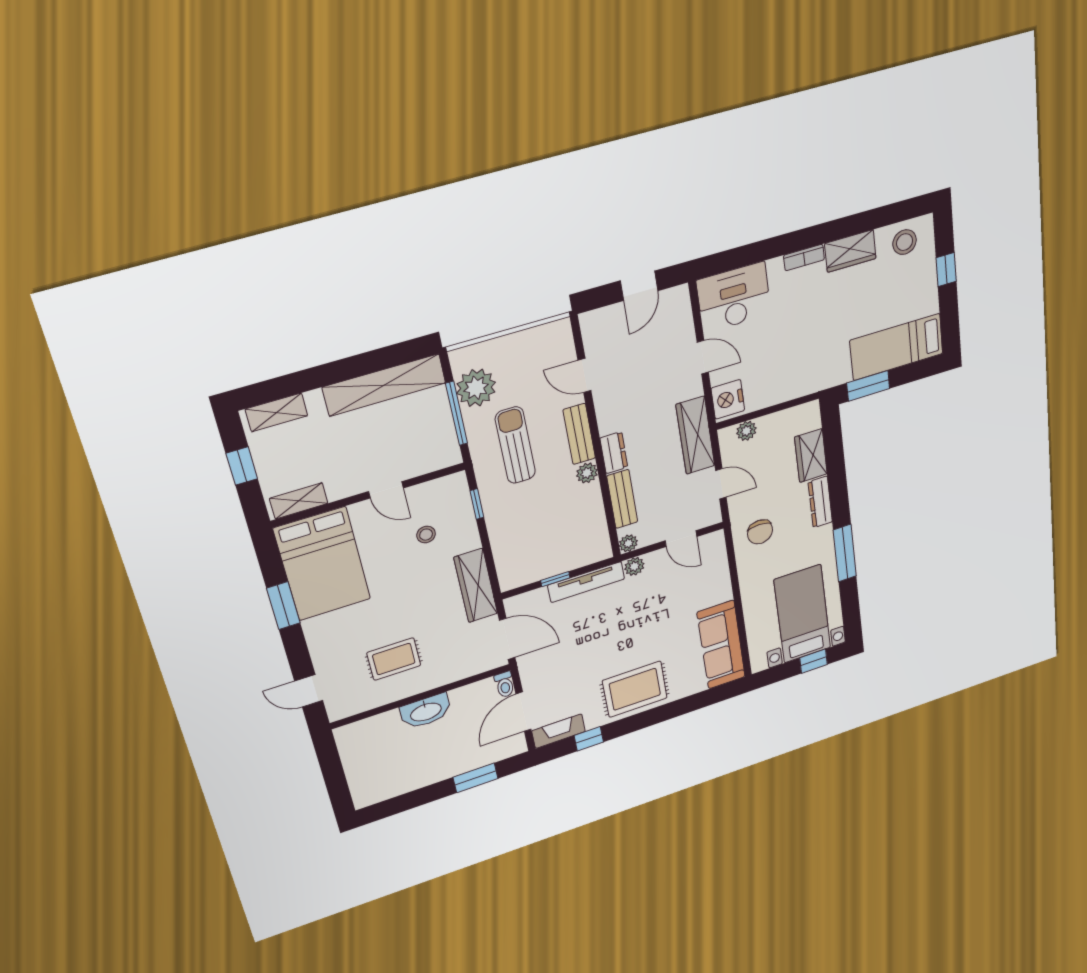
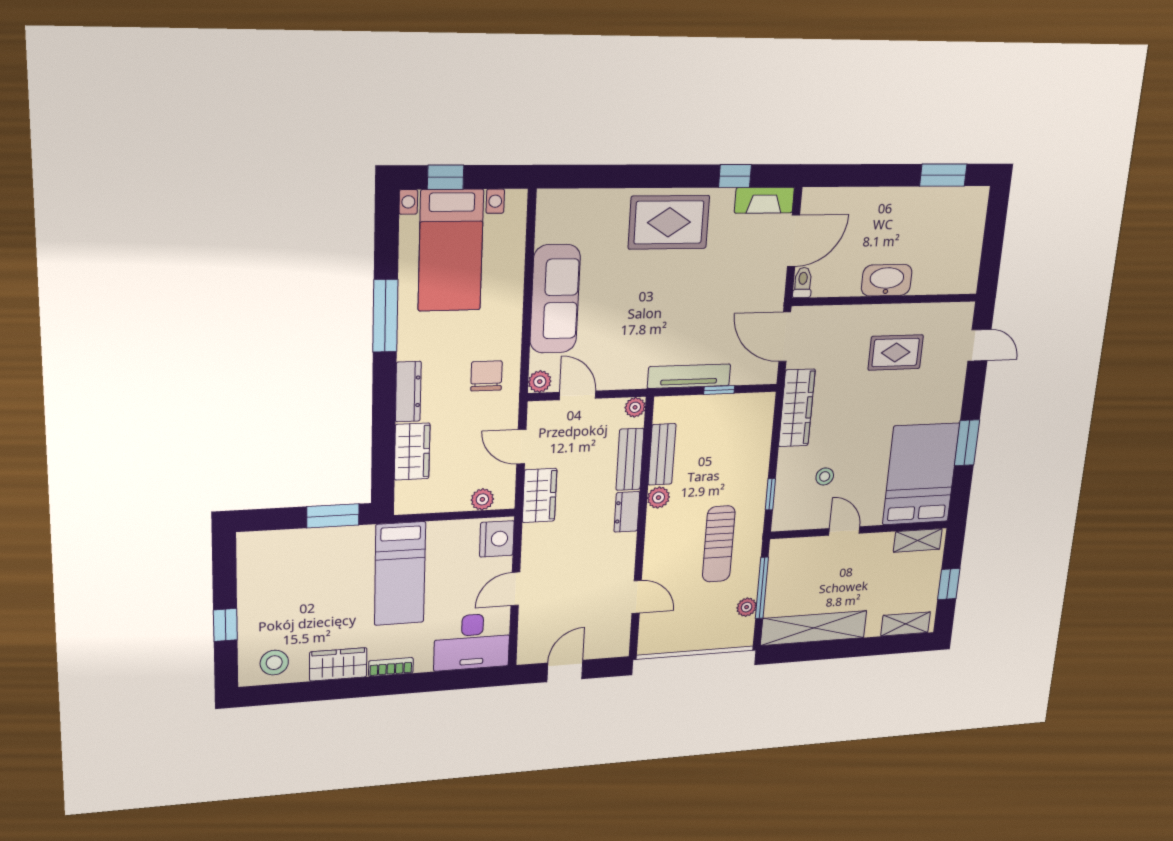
bed: (897, 347) -> (400, 574), moved, turned 90
door: (703, 357) -> (515, 589), hinge flipped
plant: (476, 388) -> (747, 607), width x0.53, depth x0.53
bench: (579, 434) -> (662, 454), moved
wardrobe: (695, 435) -> (540, 495), width x0.67
plant: (634, 566) -> (540, 382), moved
sofa: (721, 645) -> (555, 299), moved
window: (476, 778) -> (943, 175), moved

